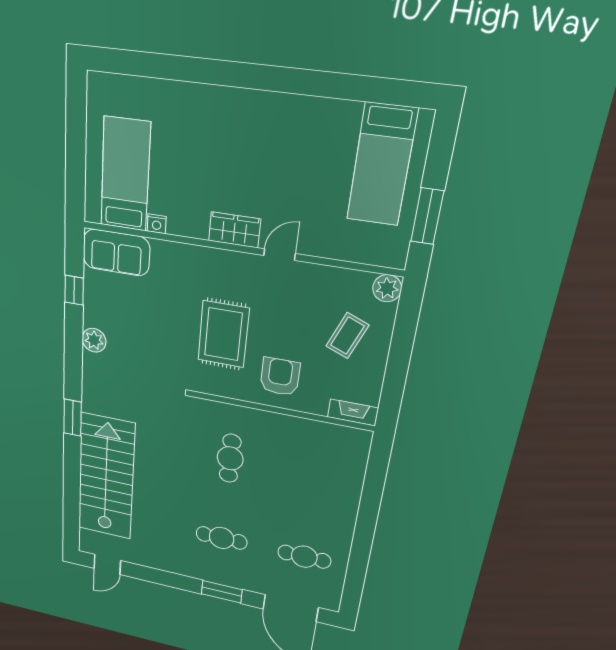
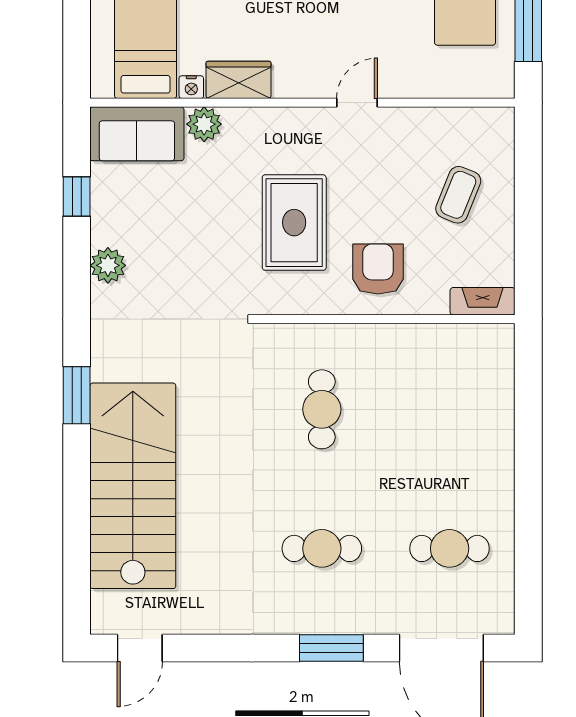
wardrobe: (234, 230) -> (239, 80), moved
plant: (387, 288) -> (204, 124), moved

